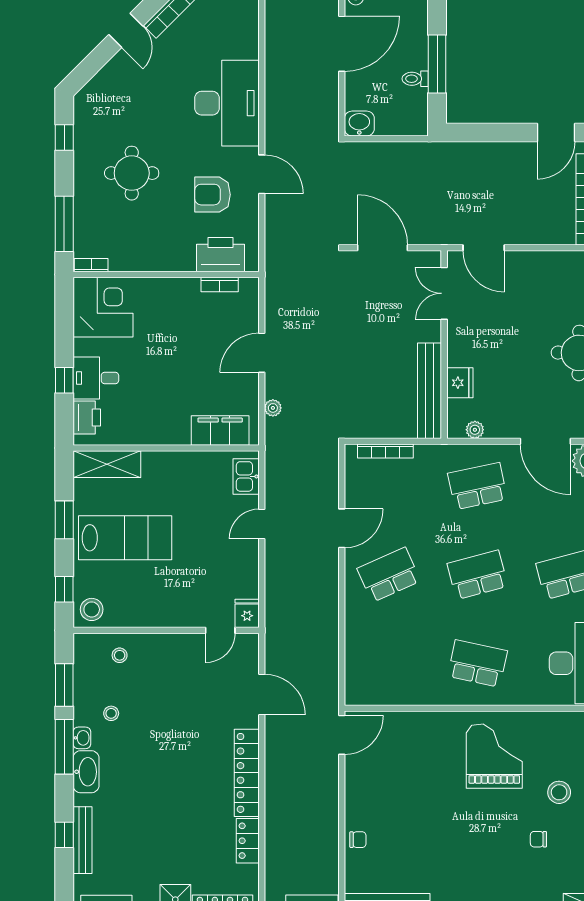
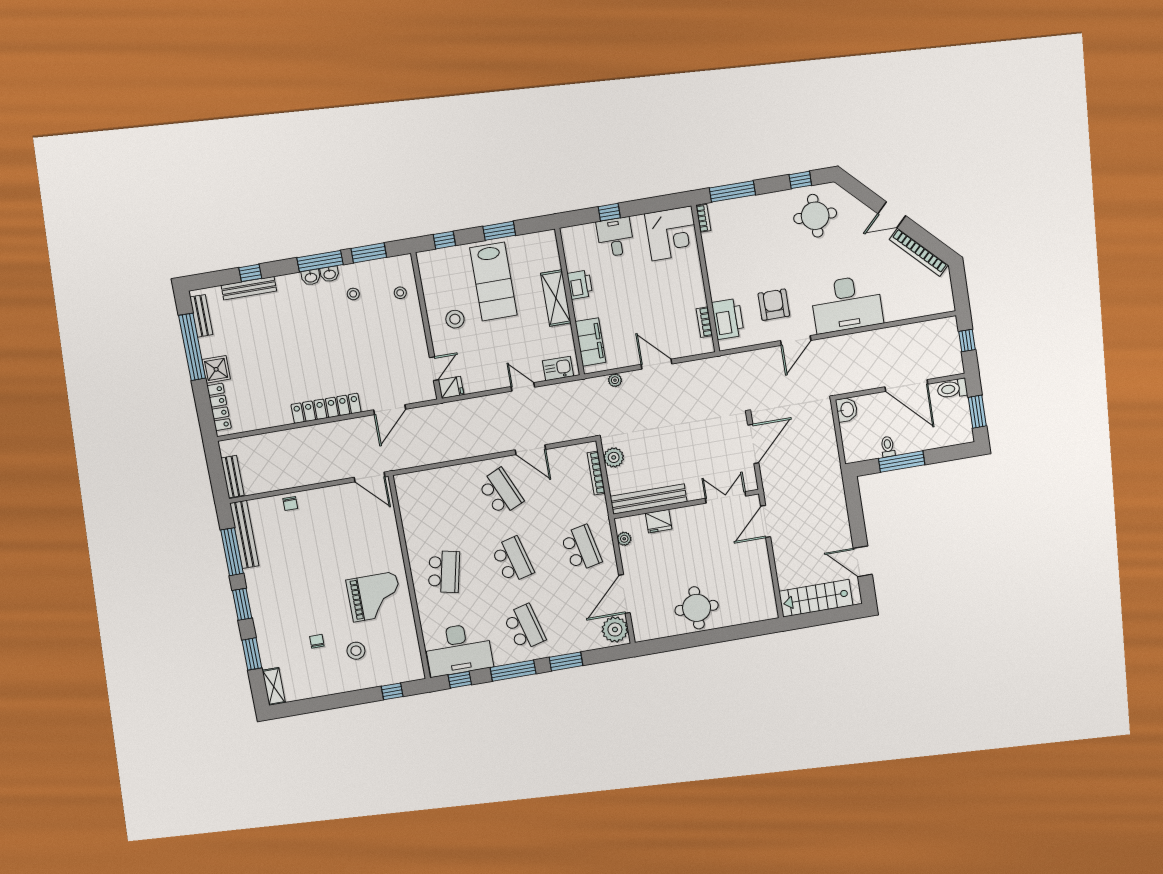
round table: (132, 173) -> (815, 216), moved
printer: (87, 418) -> (580, 285), moved, turned -90
plant: (370, 426) -> (614, 457), added
shelving: (107, 464) -> (556, 298), moved
stool: (92, 609) -> (455, 319), moved
door: (220, 630) -> (434, 369), swing flipped
washbasin: (86, 772) -> (311, 277), width x0.52, depth x0.69
locker: (248, 841) -> (273, 418), removed

